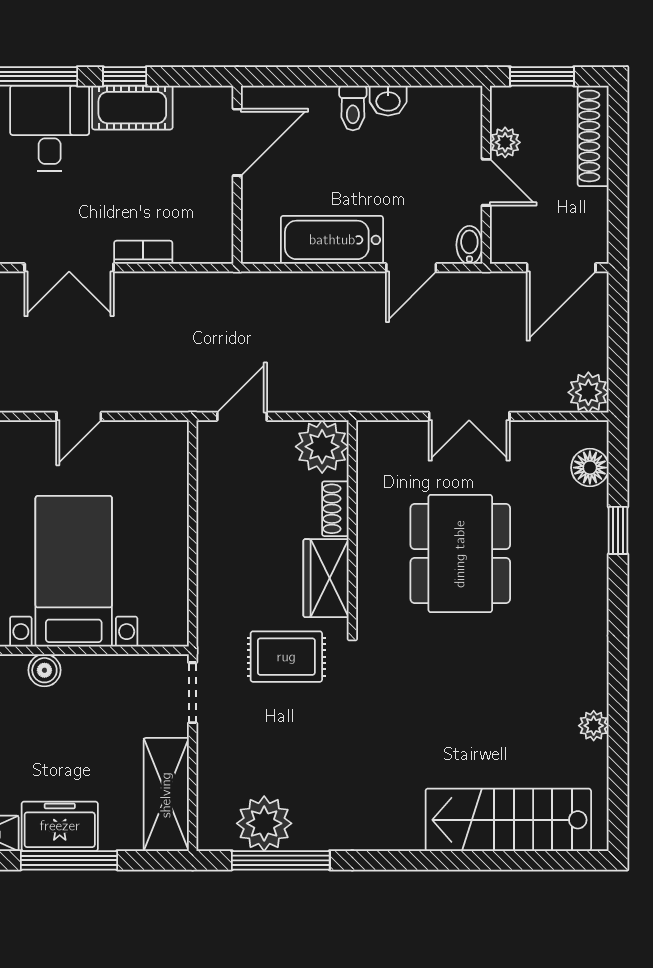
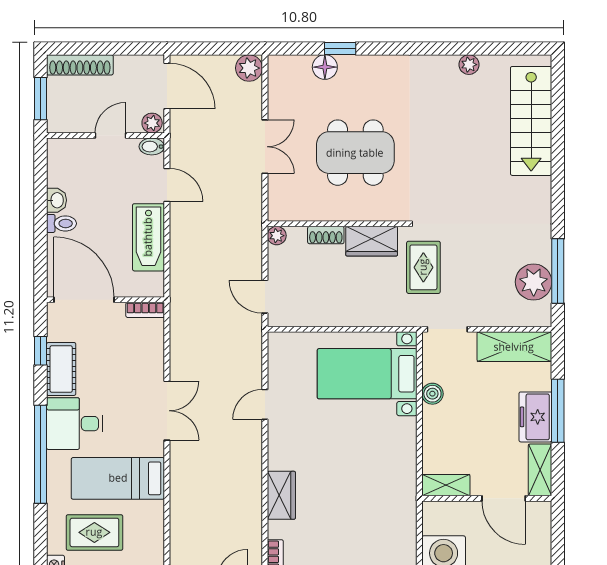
window: (125, 76) -> (41, 351), moved
door: (237, 142) -> (84, 300), width x1.36
plant: (505, 142) -> (152, 123), moved
bookcase: (143, 252) -> (145, 310), moved, turned -90
door: (79, 416) -> (265, 404), swing flipped
plant: (322, 447) -> (277, 236), width x0.53, depth x0.53
floor lamp: (590, 468) -> (325, 67), moved
bed with nightstands: (74, 571) -> (367, 374), moved
boiler: (44, 670) -> (432, 394), moved

